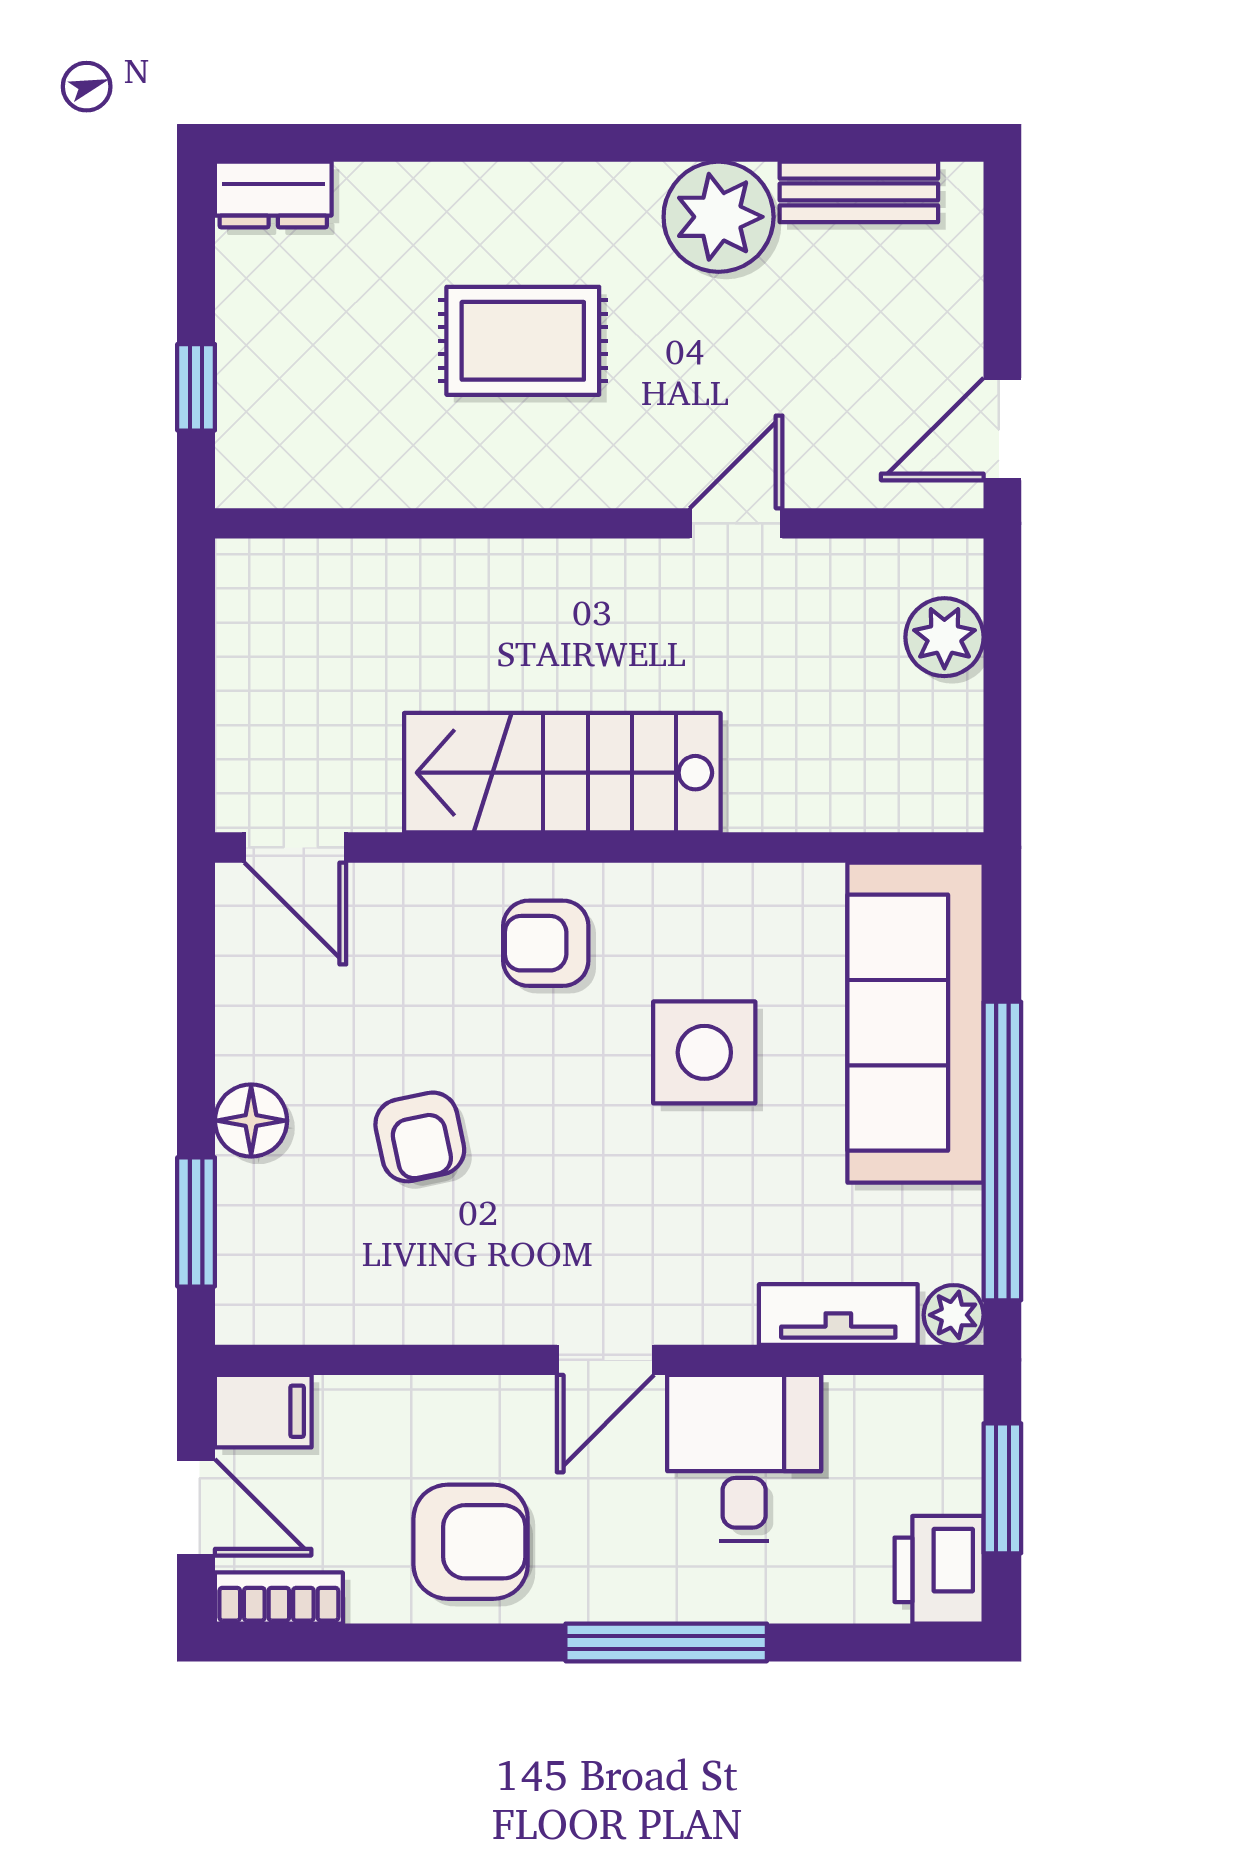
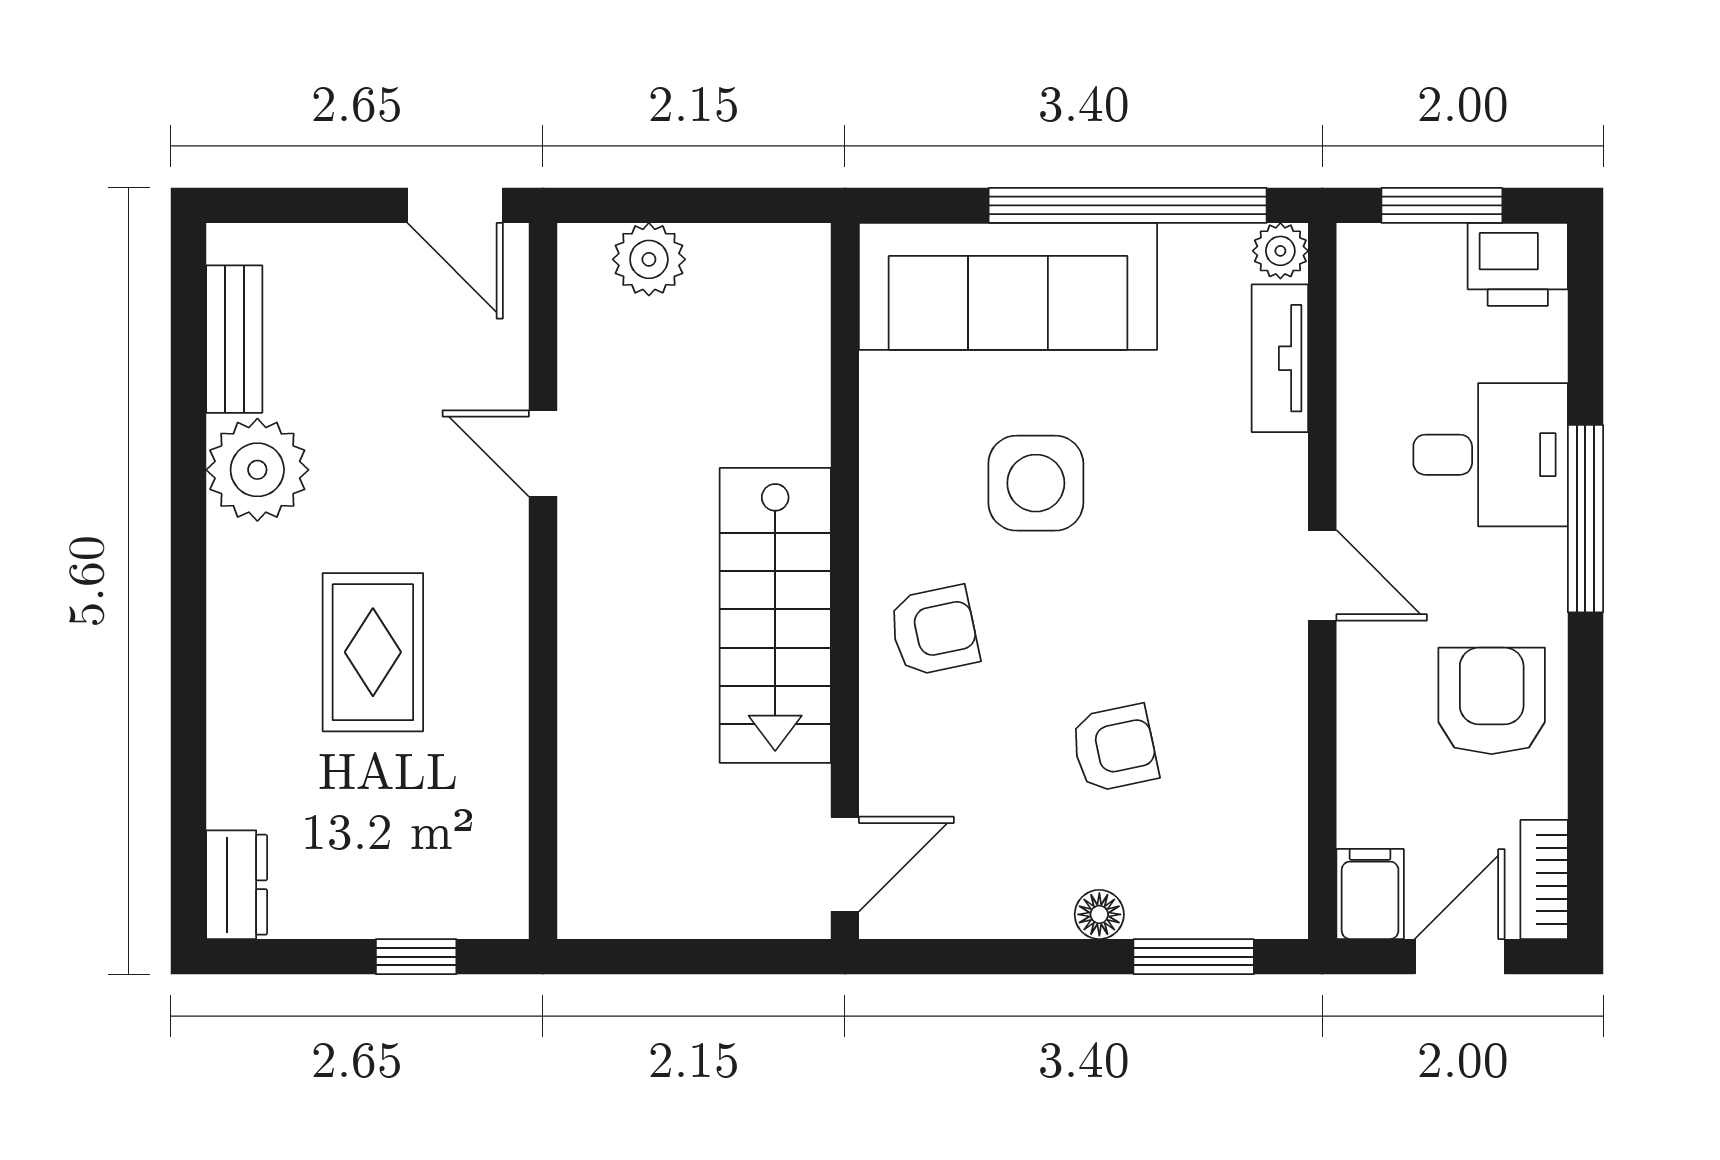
armchair: (546, 943) -> (934, 631), turned -102
floor lamp: (251, 1121) -> (1099, 914), width x0.73, depth x0.73
desk: (744, 1458) -> (1491, 455), moved, turned 180

